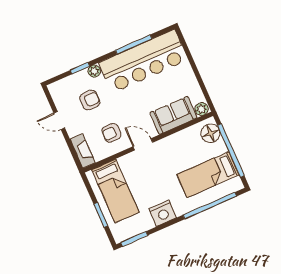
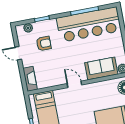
plant: (94, 71) -> (28, 28), moved
armchair: (111, 133) -> (54, 71), removed

